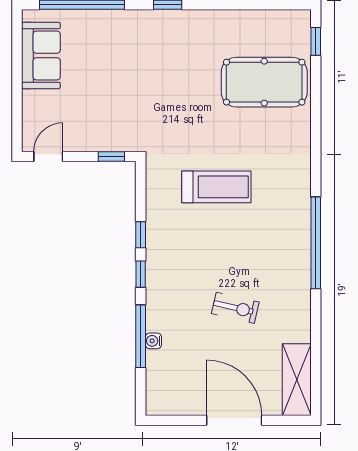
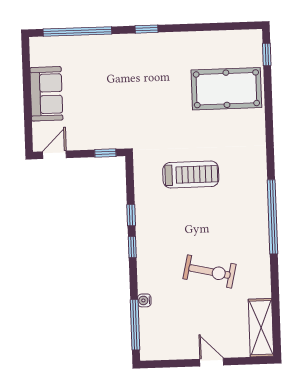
sofa: (41, 55) -> (46, 94), moved
exercise bike: (235, 308) -> (210, 271), width x1.38, depth x1.39
window: (141, 336) -> (135, 325), moved
door: (234, 420) -> (212, 362), width x0.53

